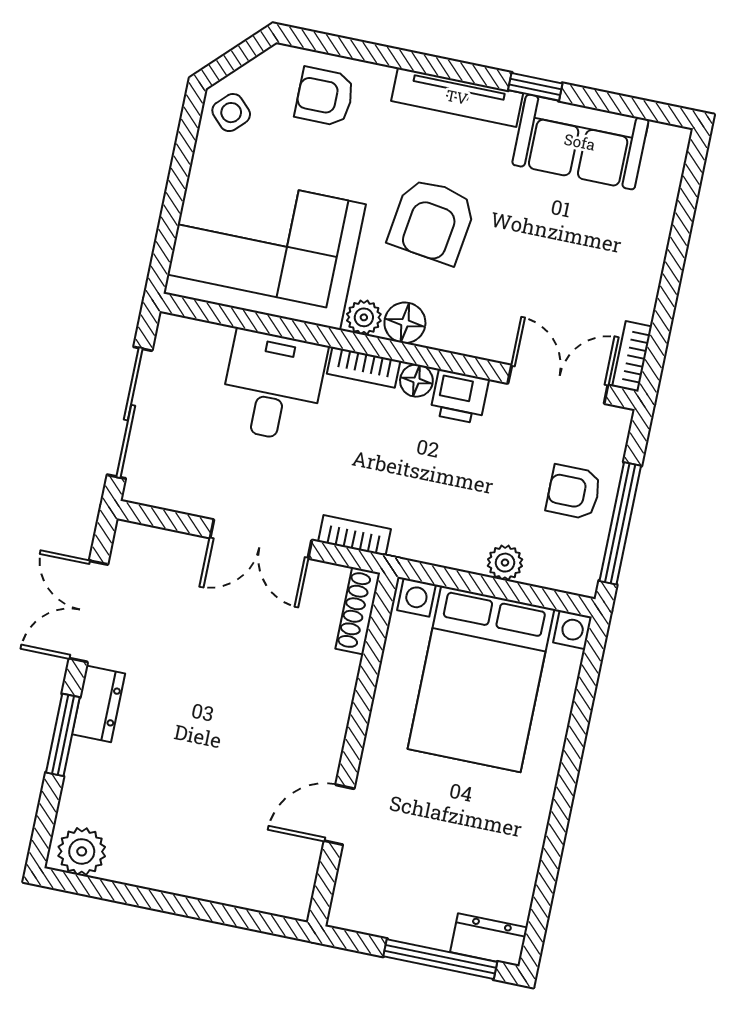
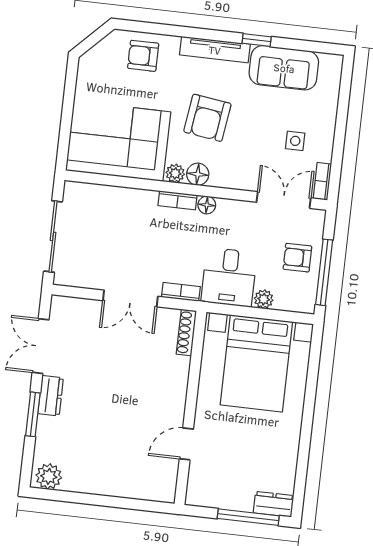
side table: (231, 113) -> (295, 141), moved, turned 45
desk: (273, 386) -> (229, 277), moved, turned 180
printer: (459, 397) -> (231, 212), removed

